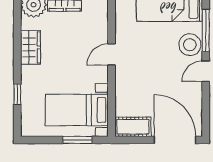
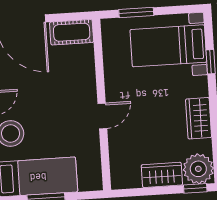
bed with nightstands: (77, 110) -> (168, 46), moved, turned 180

